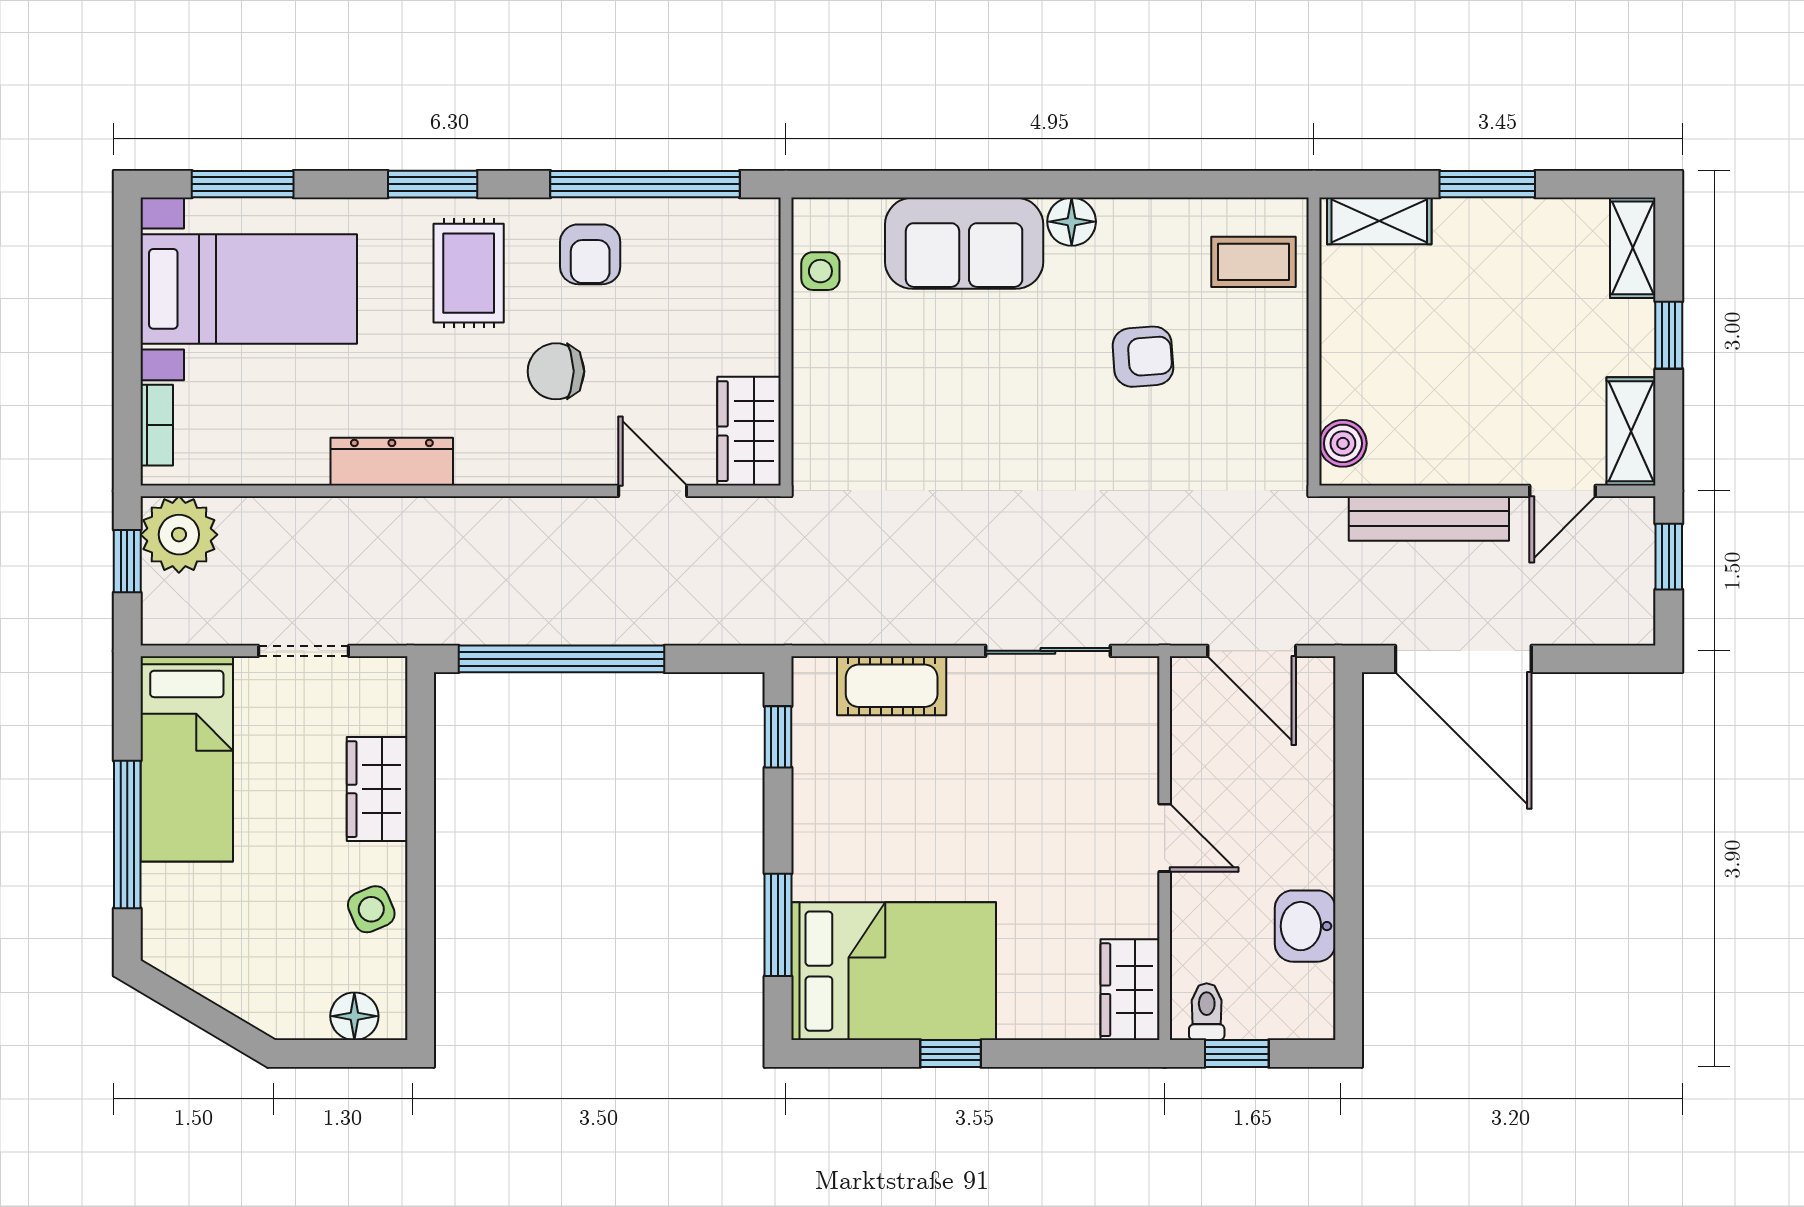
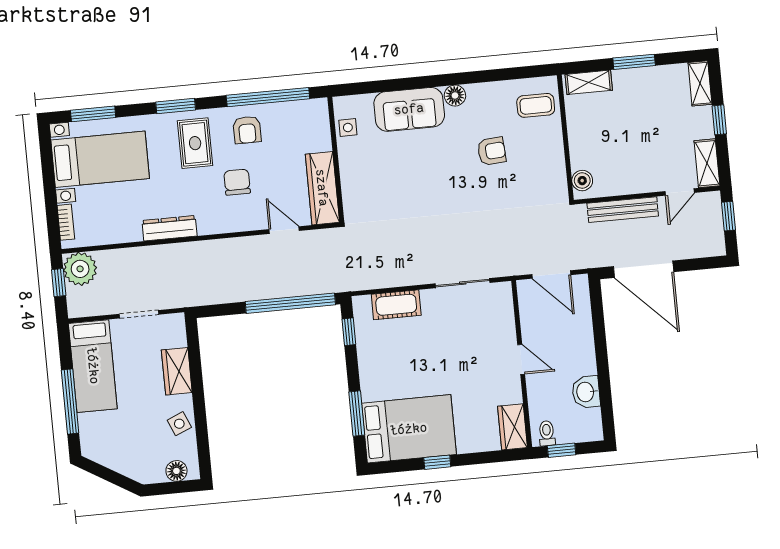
chair: (556, 371) -> (237, 182), turned 90
wardrobe: (749, 431) -> (322, 188), width x1.50
window: (562, 659) -> (290, 303), moved

